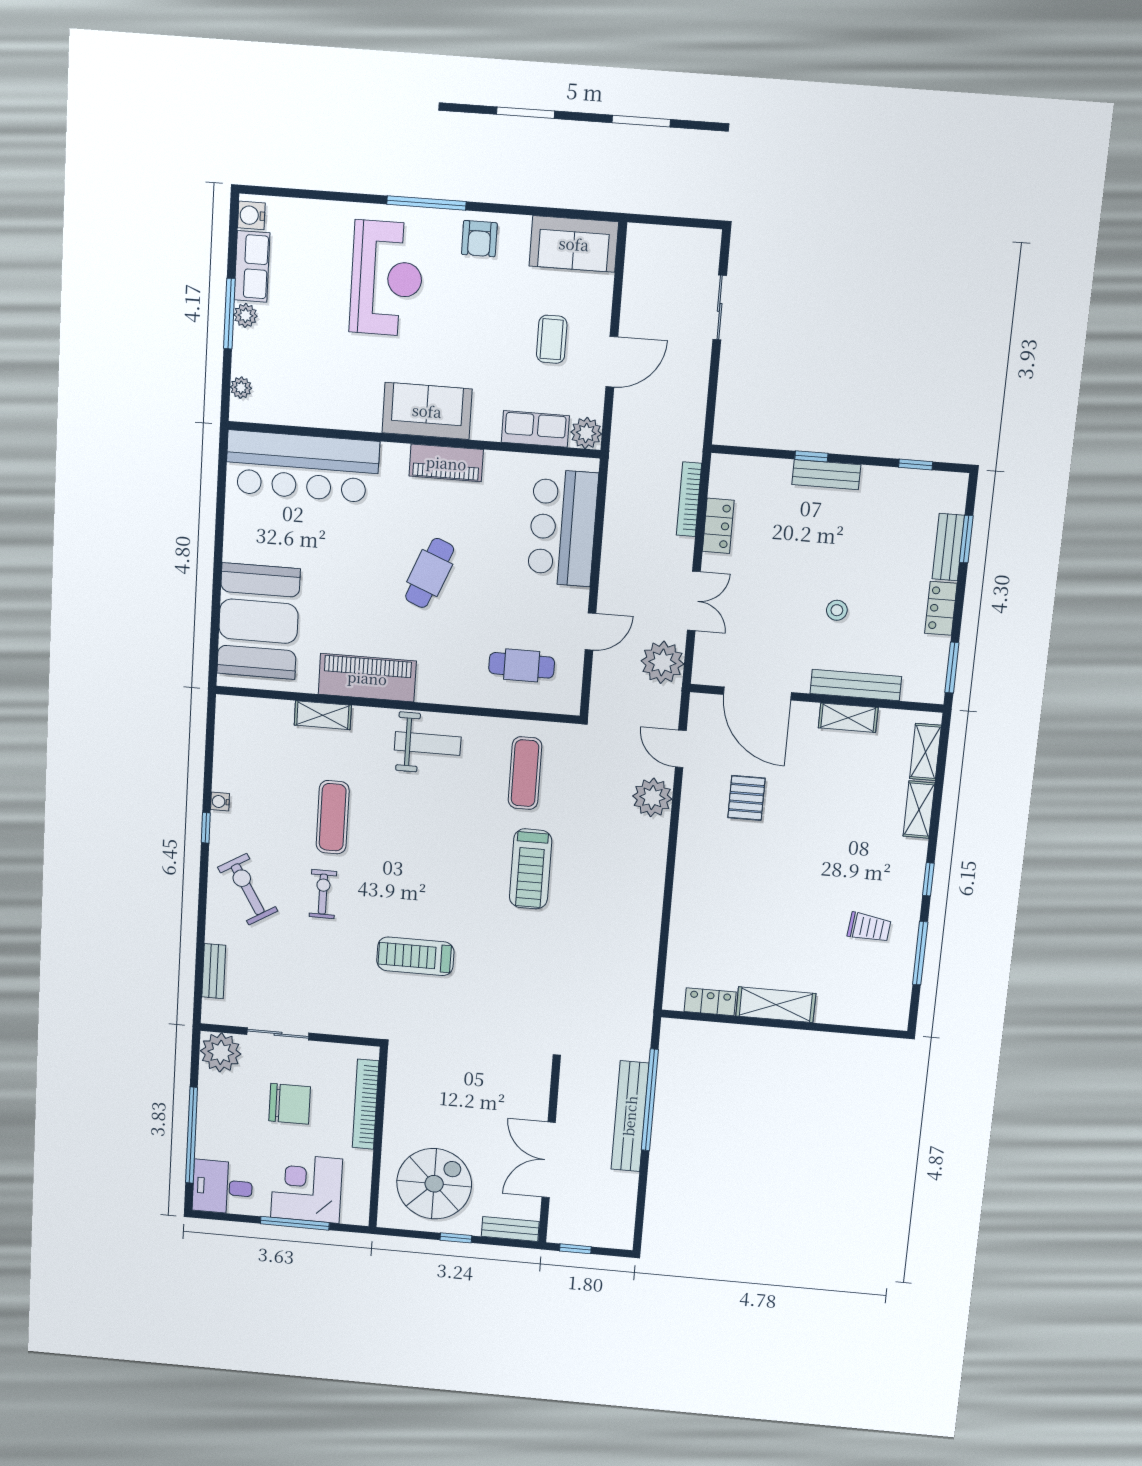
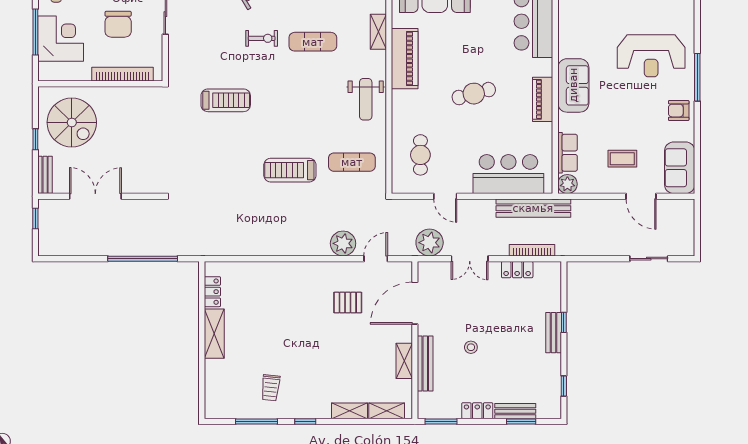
door: (612, 362) -> (641, 196), moved
cafe table: (430, 573) -> (474, 94), turned -37
treadmill: (415, 956) -> (226, 100), turned 90
bench: (630, 1116) -> (533, 208), moved

